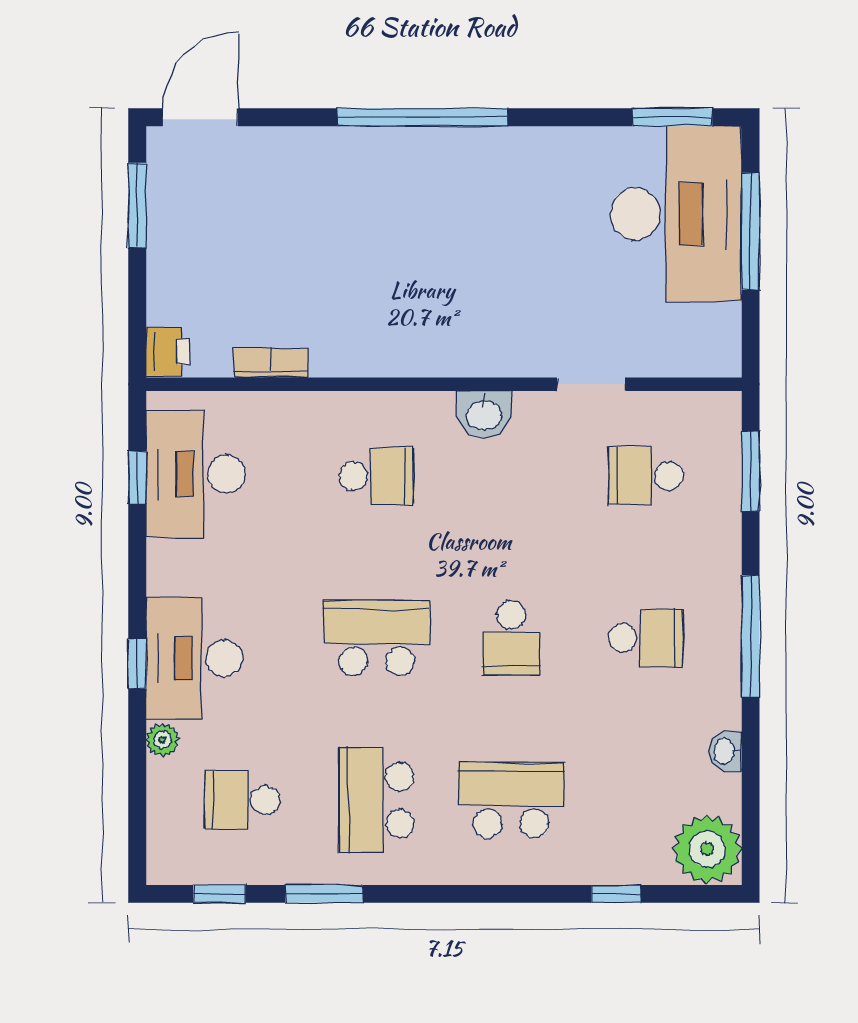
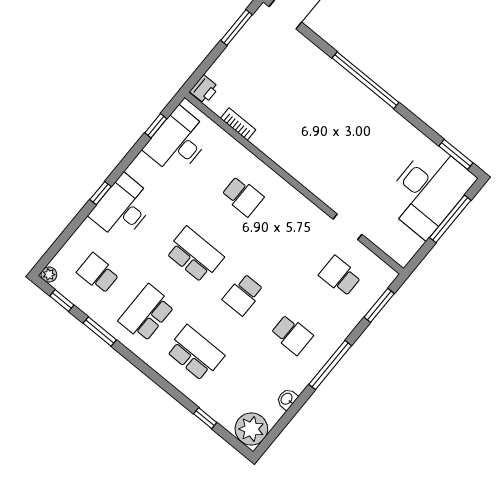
washbasin: (484, 414) -> (300, 206), removed
plant: (163, 740) -> (49, 274), moved

